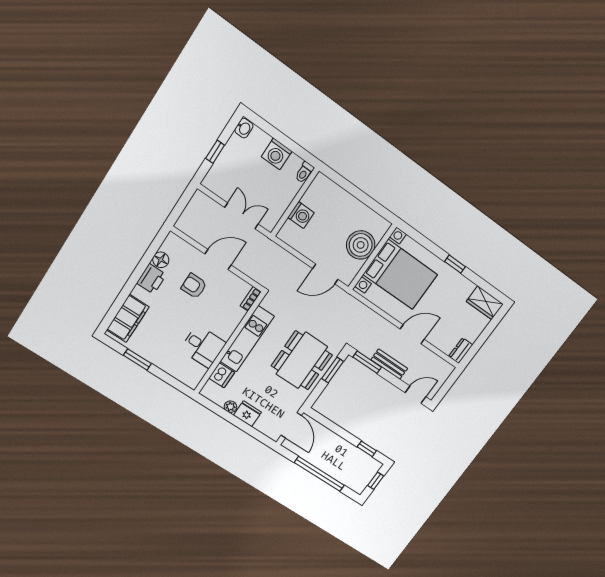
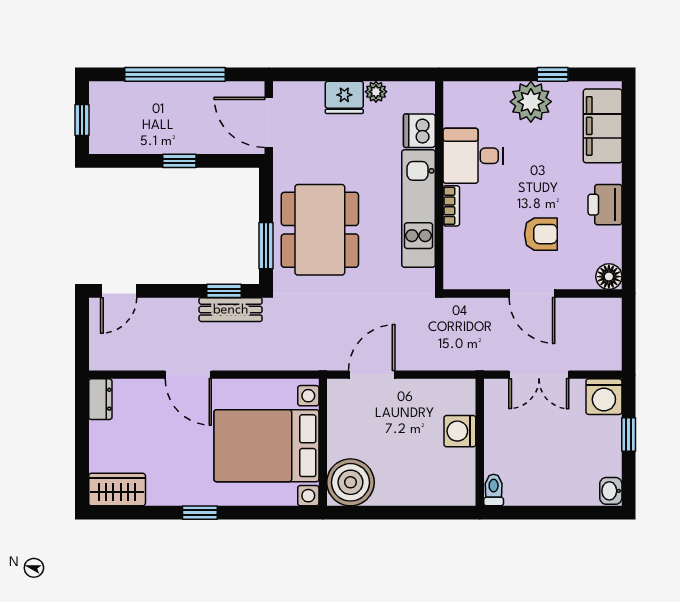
washing machine: (277, 154) -> (604, 397), moved, turned 180
boiler: (361, 245) -> (350, 482), moved
floor lamp: (161, 260) -> (609, 277), moved
door: (218, 260) -> (532, 294), hinge flipped
bookcase: (251, 299) -> (451, 206), moved
door: (412, 334) -> (188, 375), hinge flipped
plant: (157, 353) -> (531, 102), added
window: (137, 359) -> (553, 74), width x0.67
window: (367, 362) -> (224, 291), width x0.67
bench: (389, 364) -> (231, 310), moved
window: (367, 449) -> (179, 161), moved

